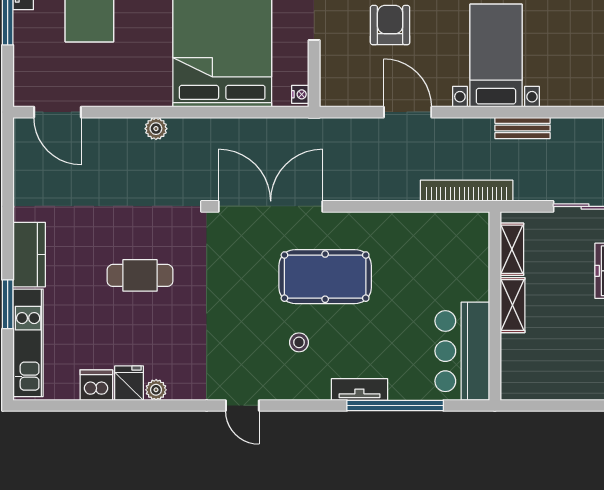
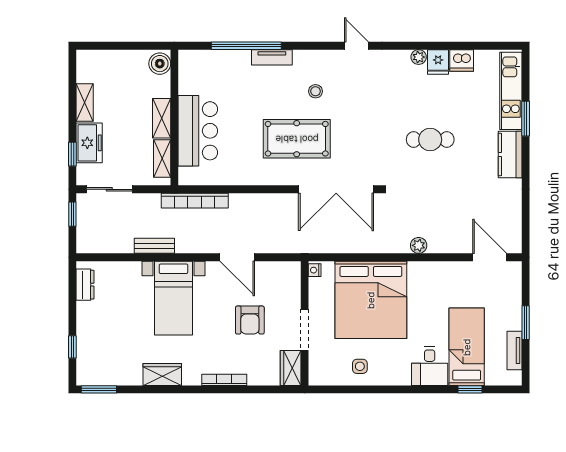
bar counter: (462, 351) -> (198, 131), moved
boiler: (515, 381) -> (160, 64), added

